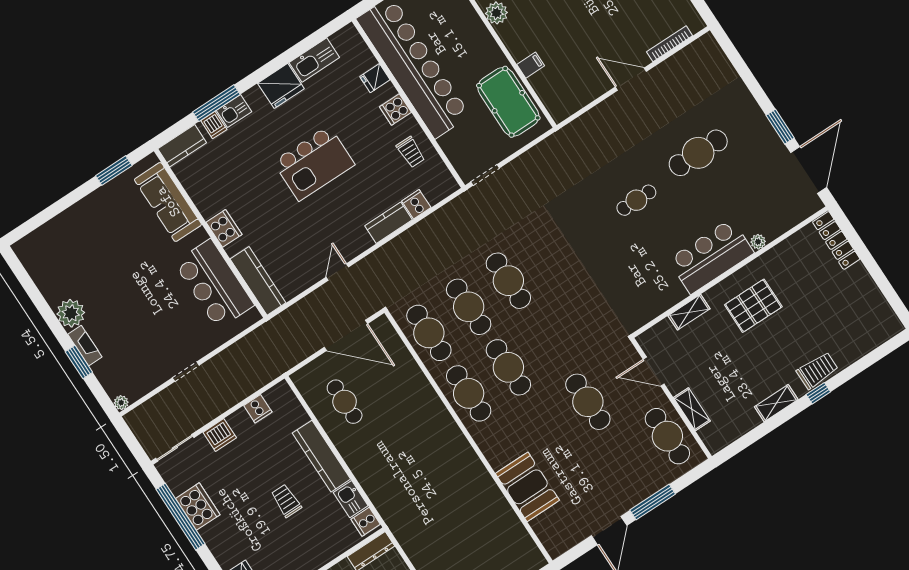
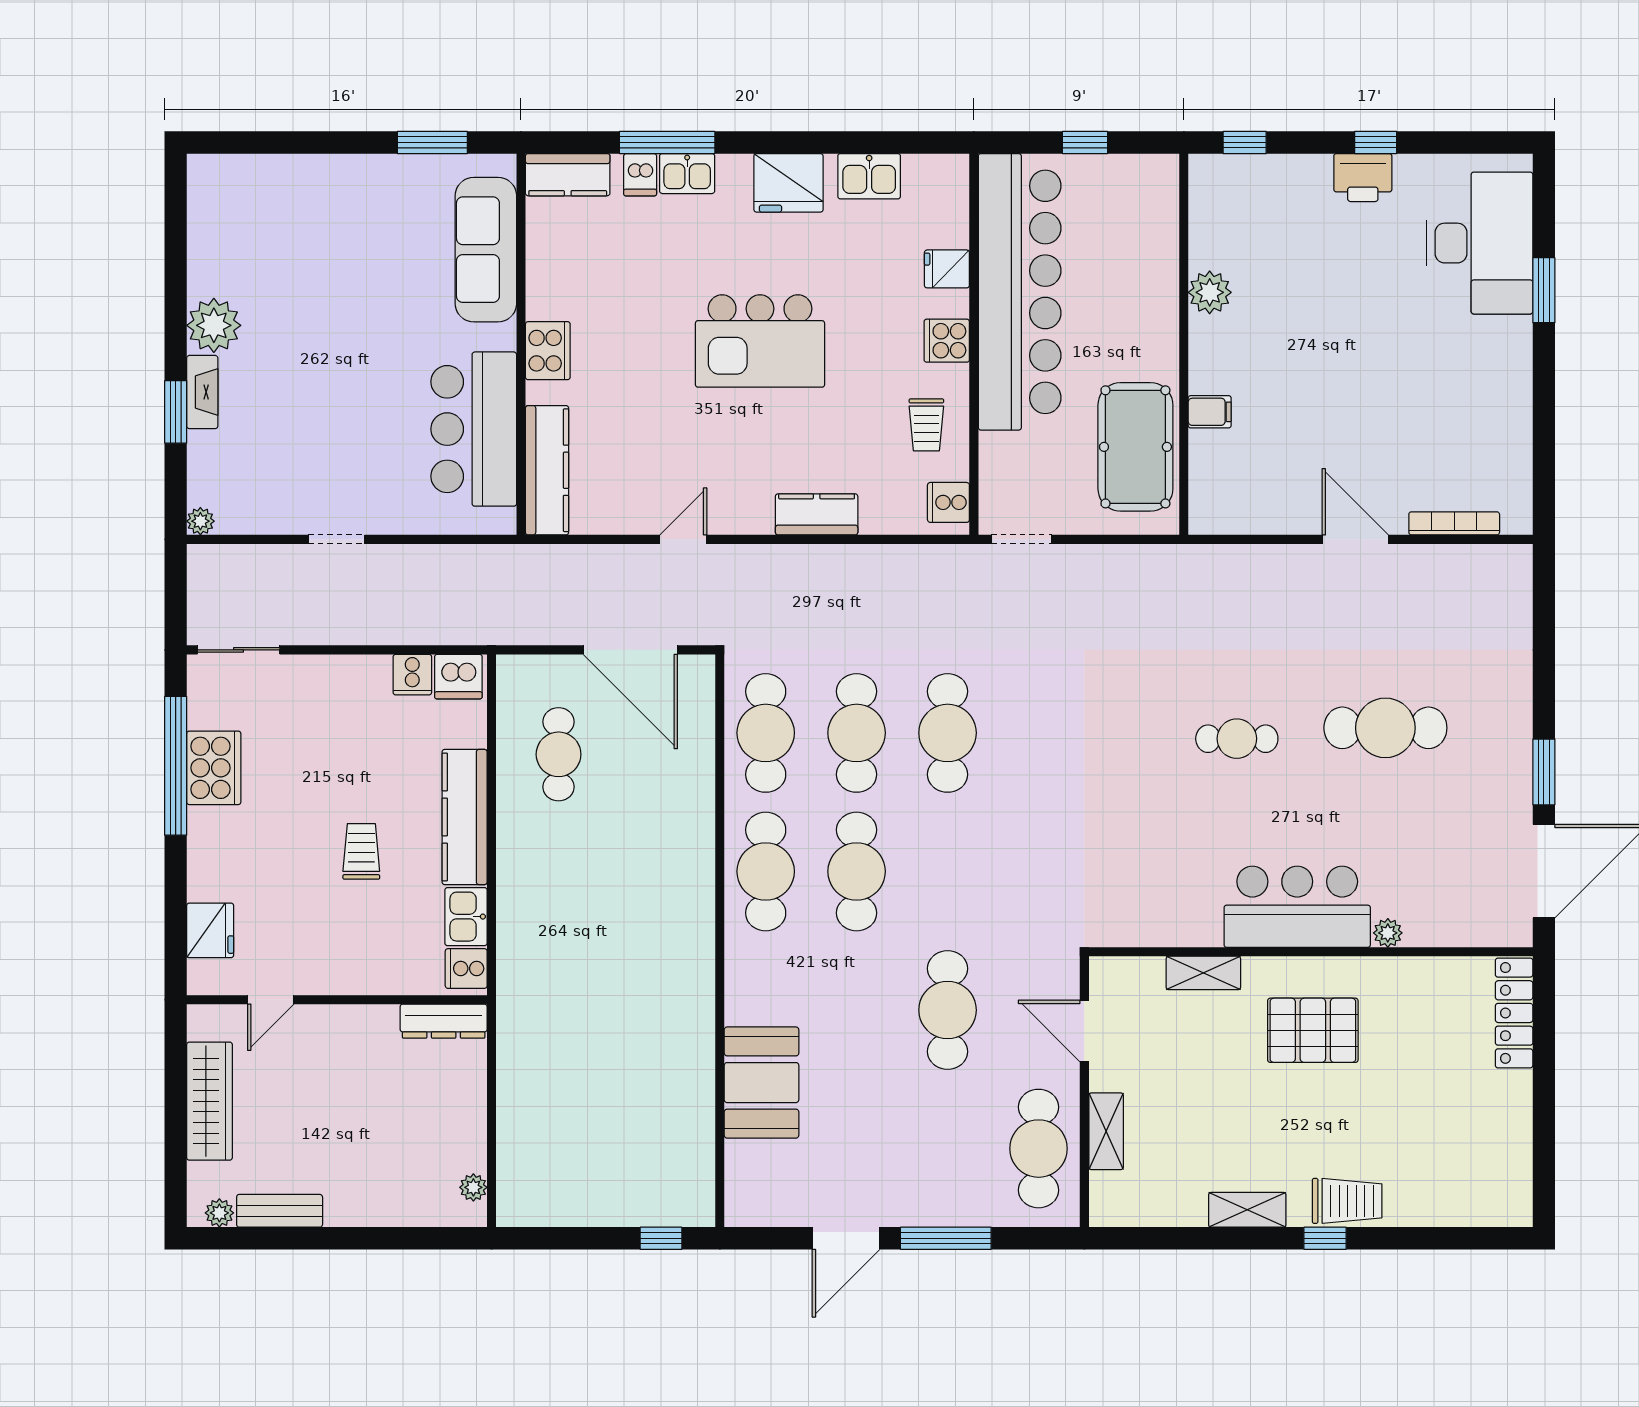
kitchen sink: (314, 60) -> (869, 176), width x0.73
cooker: (416, 204) -> (948, 502), moved, turned -90
dishwasher: (220, 435) -> (458, 677), moved

